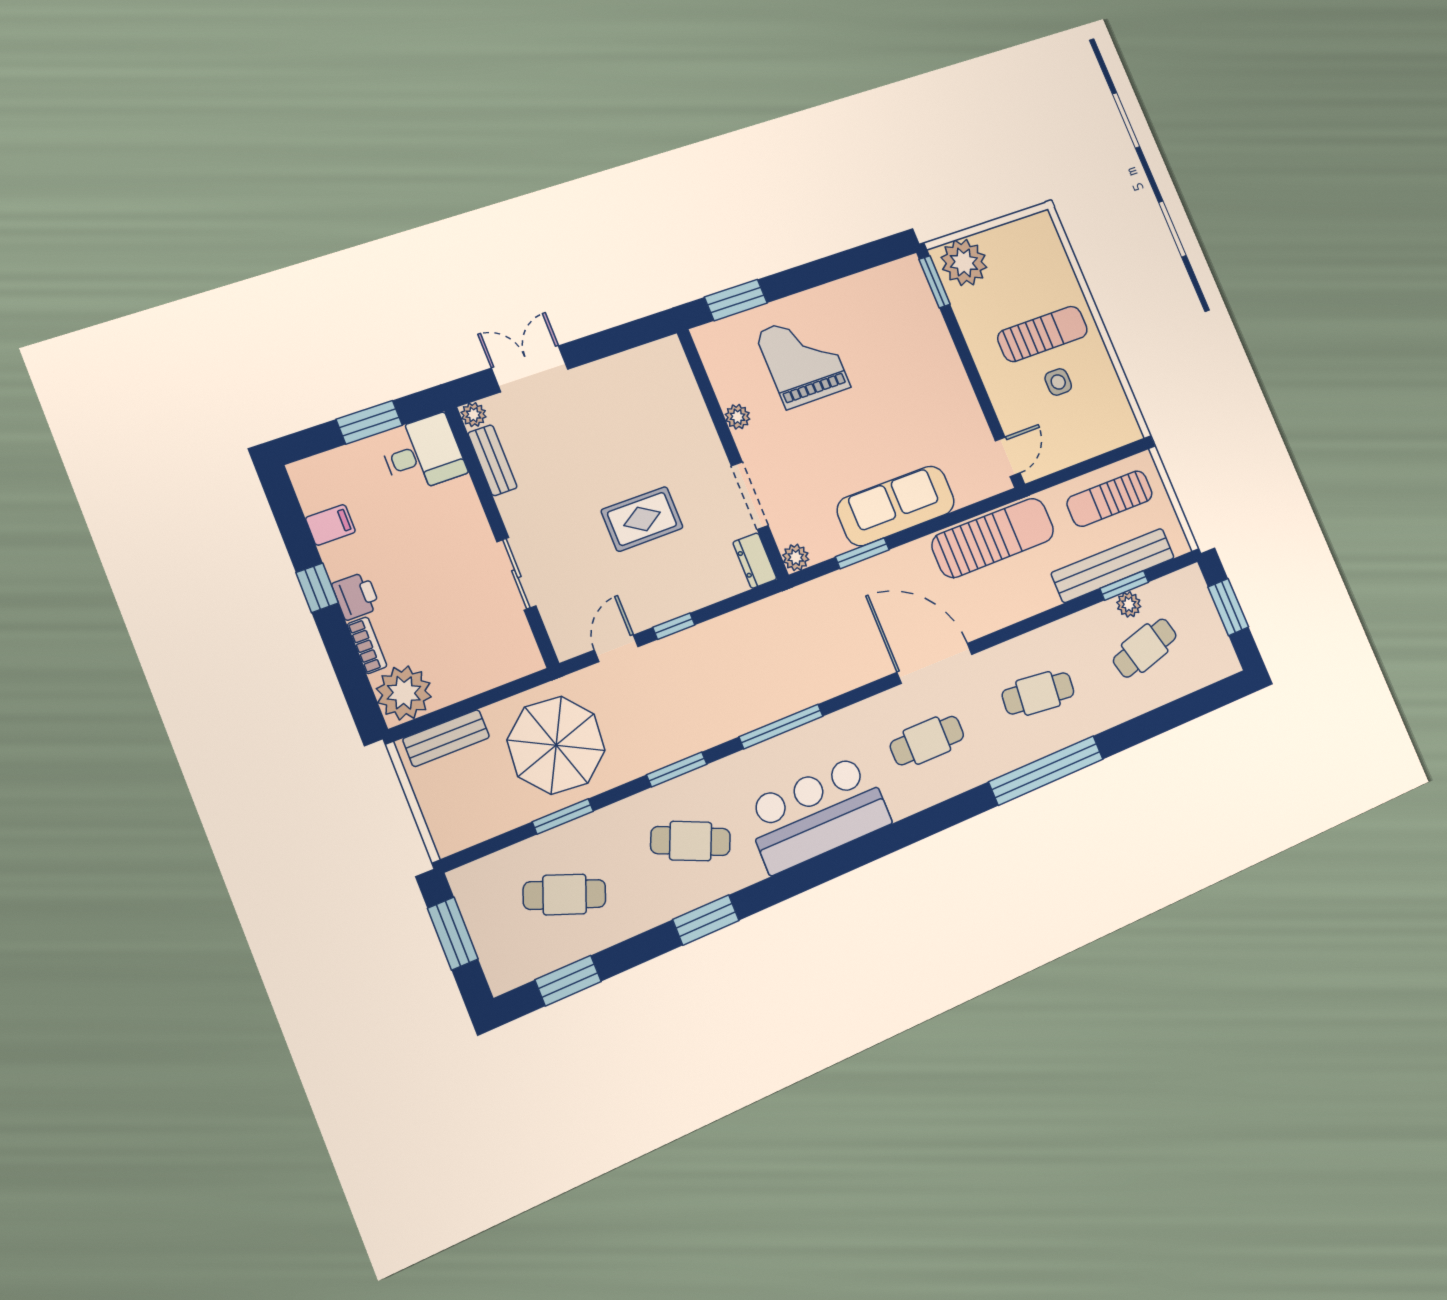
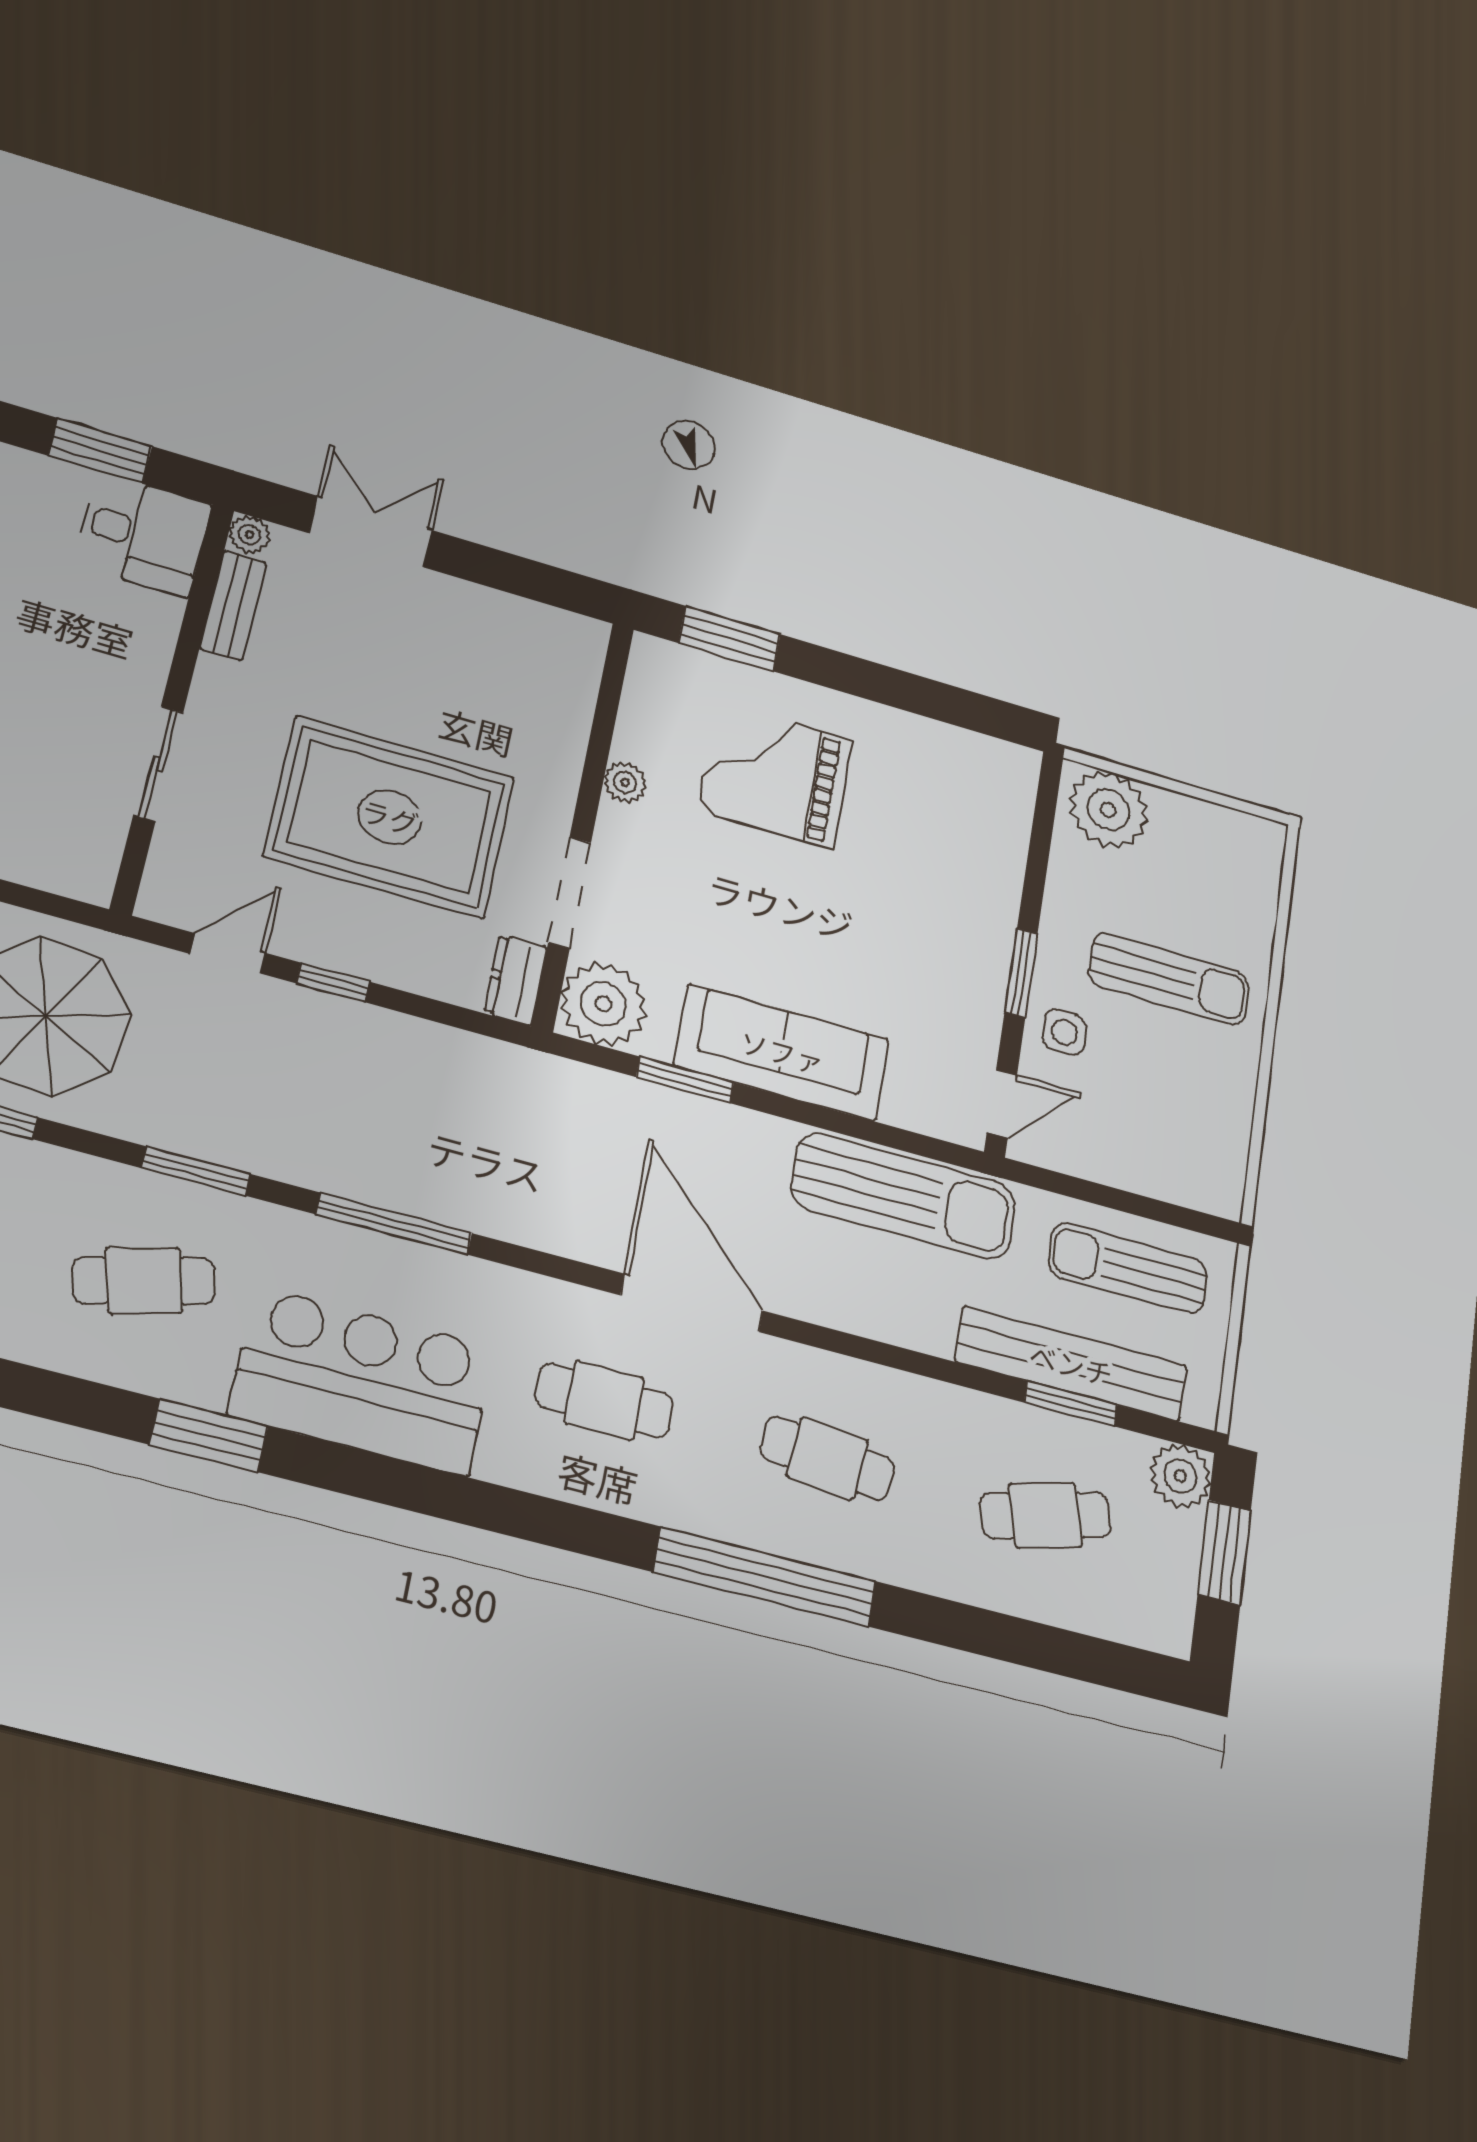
window: (935, 282) -> (1021, 973), moved
grand piano: (803, 360) -> (775, 775), turned -90
side table: (1058, 382) -> (1064, 1032), moved
rug: (642, 519) -> (390, 817), width x1.86, depth x2.06
plant: (796, 557) -> (603, 1004), width x1.87, depth x1.87
plant: (1129, 604) -> (1180, 1476), moved, width x1.38, depth x1.38
cafe table: (691, 841) -> (144, 1281), turned -39
window: (706, 920) -> (209, 1435), moved

